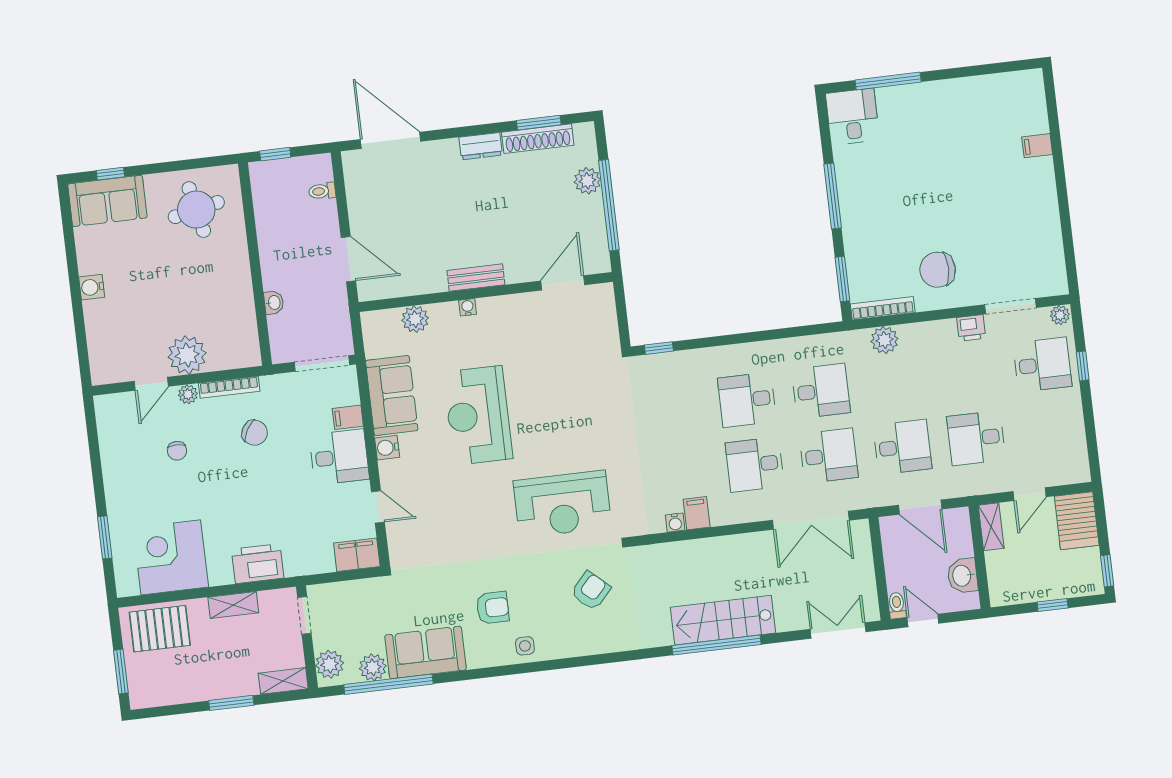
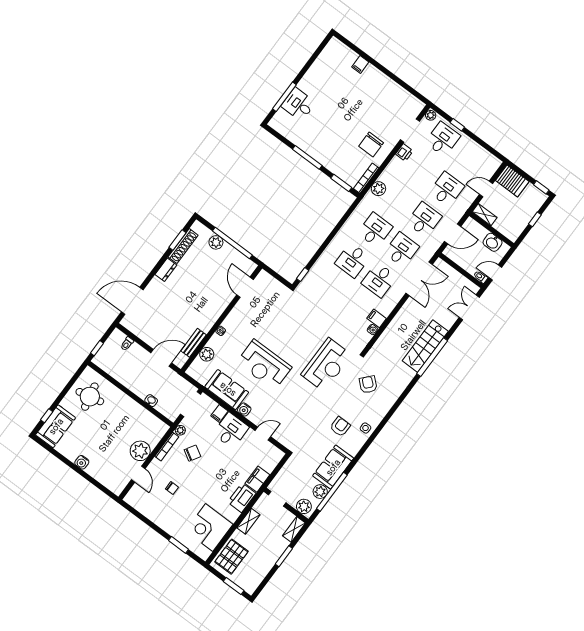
desk: (853, 117) -> (298, 104), moved
bench: (476, 278) -> (194, 343), moved
plant: (188, 394) -> (180, 430), moved
desk: (976, 438) -> (447, 189), turned 180
door: (1029, 494) -> (486, 189), swing flipped
filing cabinet: (357, 555) -> (257, 479), moved

